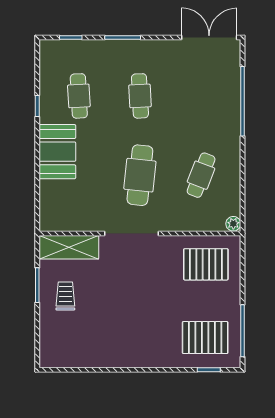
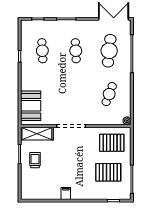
booth: (57, 152) -> (31, 106), moved
cafe table: (140, 175) -> (109, 51), moved
pallet: (205, 338) -> (108, 172), moved
filing cabinet: (122, 357) -> (66, 193), added

